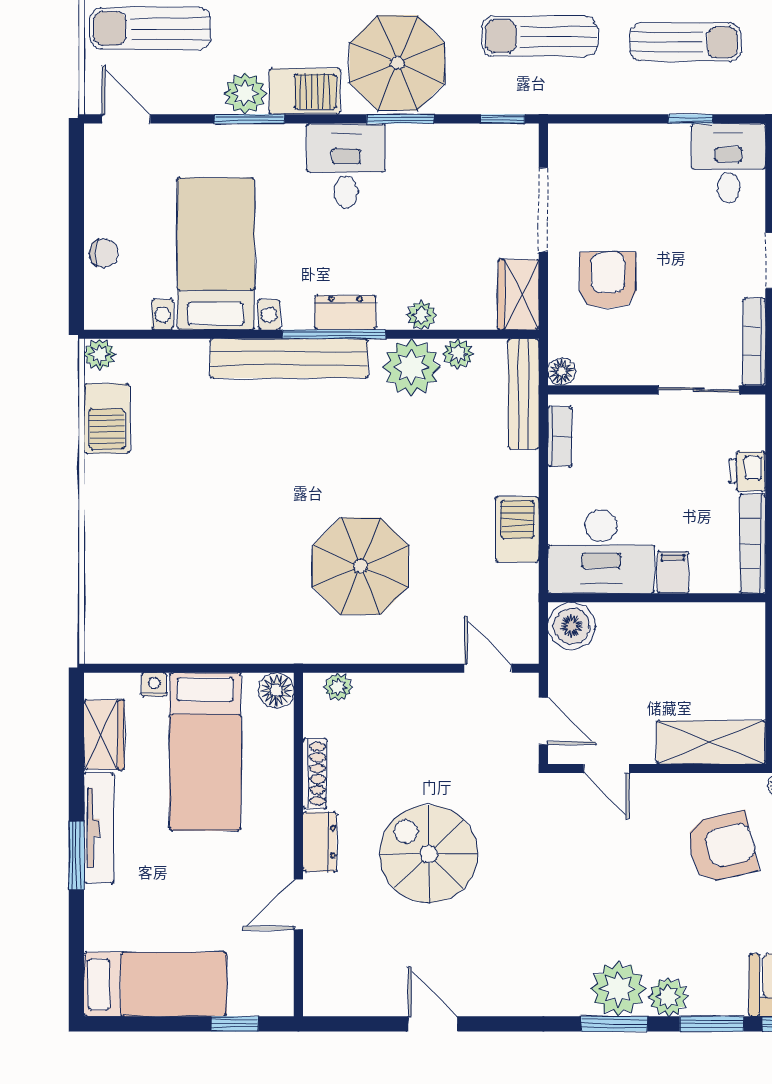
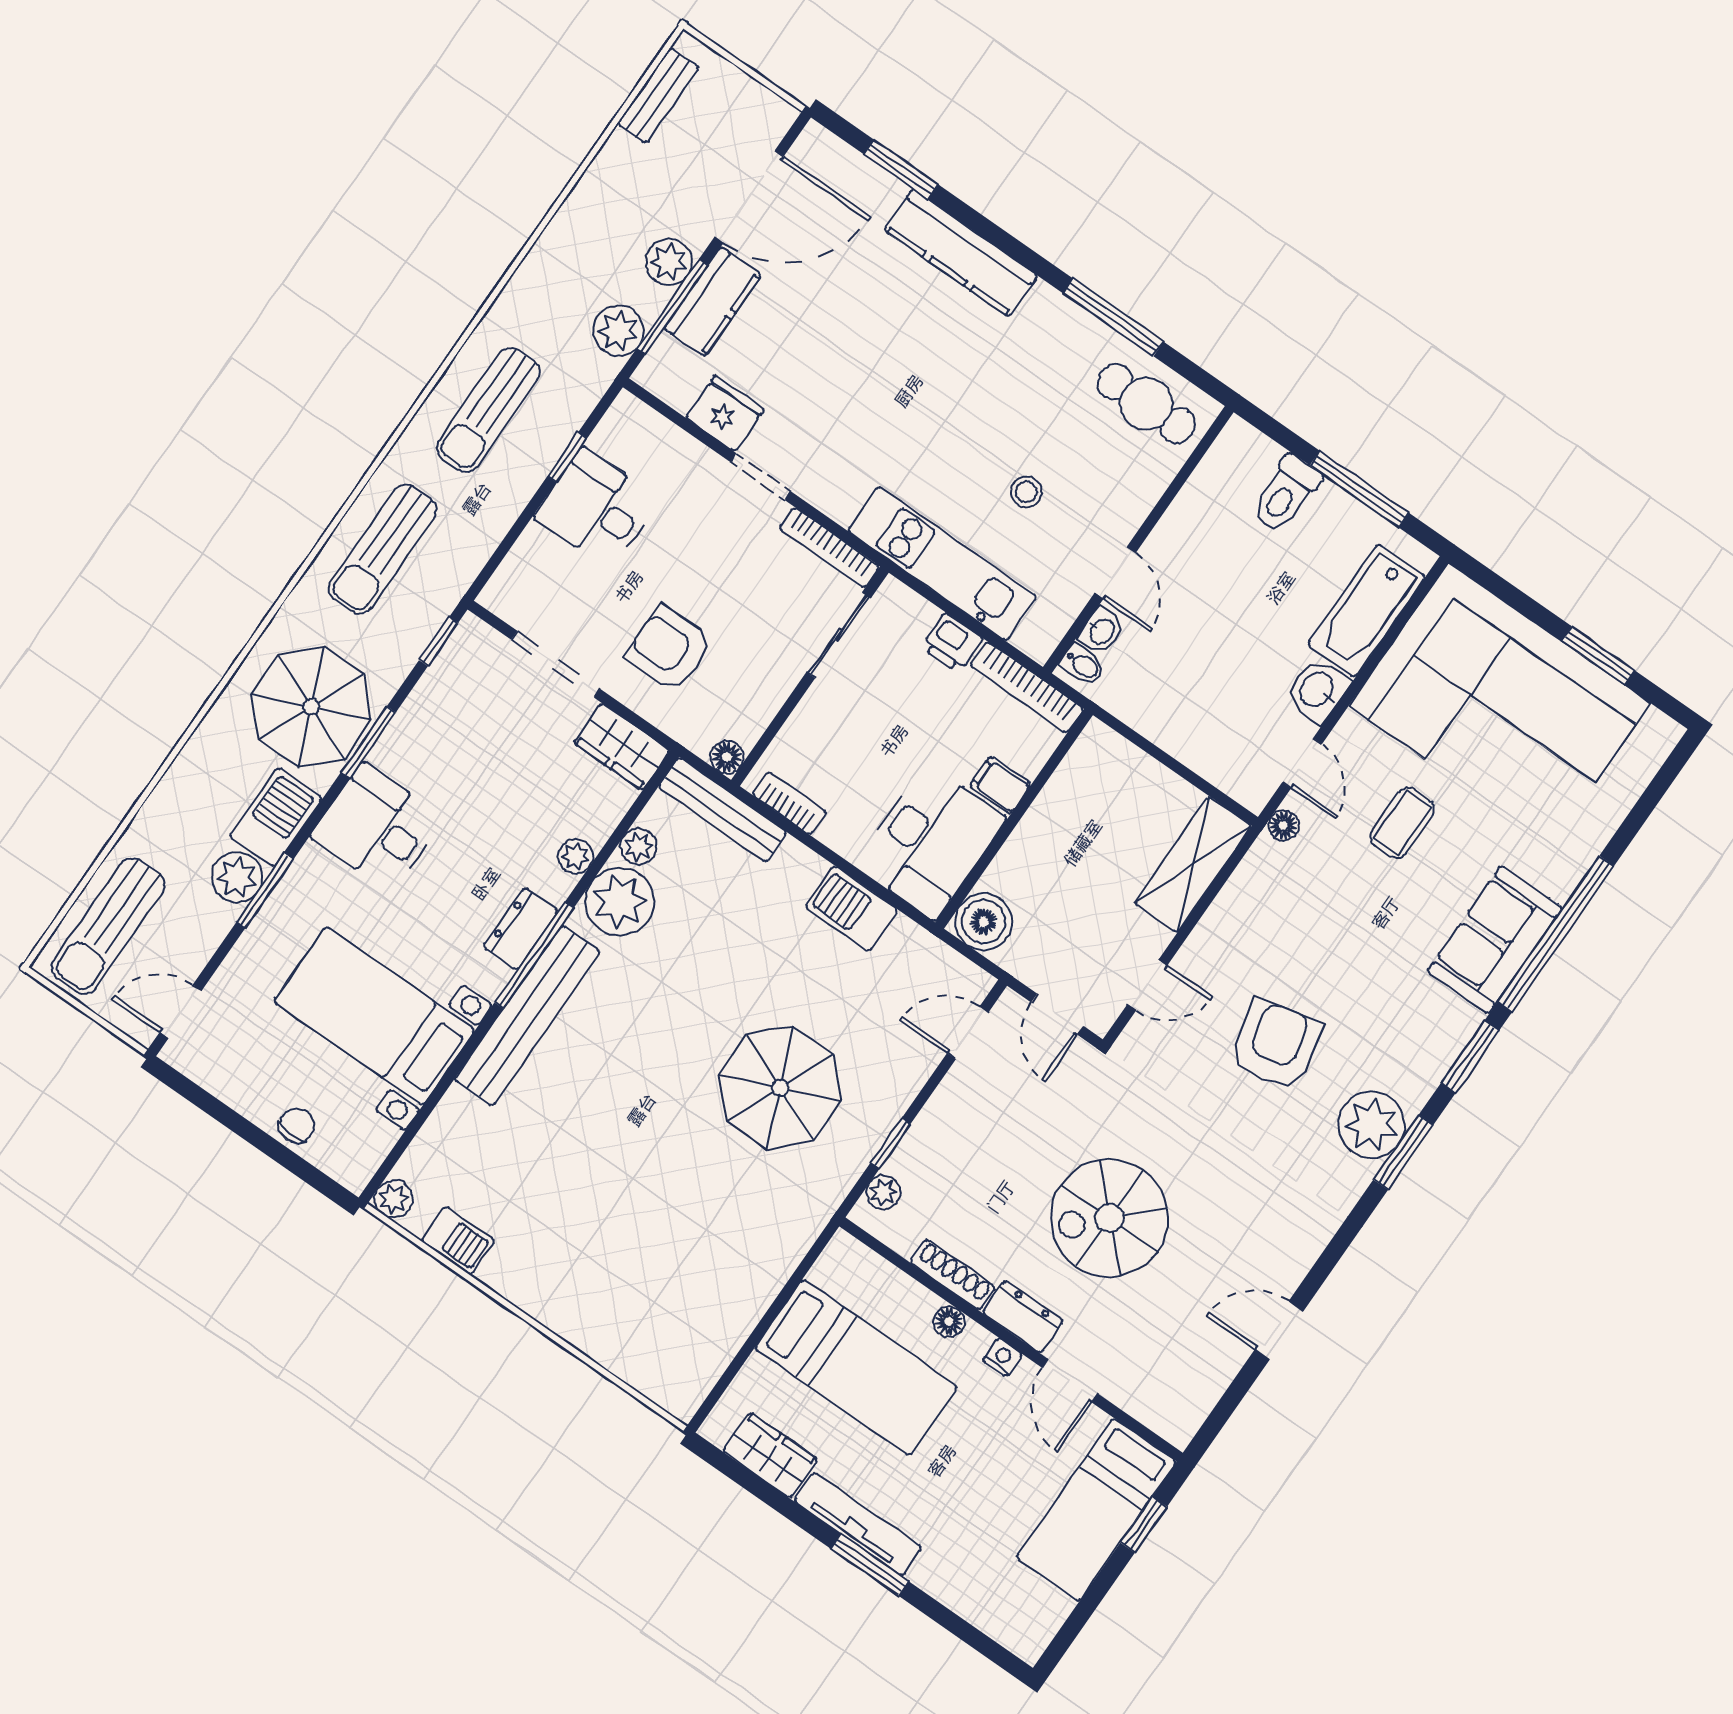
sun lounger: (685, 42) -> (488, 410), turned 180
desk: (728, 163) -> (596, 508), moved
barbecue: (107, 418) -> (458, 1241), width x0.73, depth x0.79
window: (375, 668) -> (890, 1144), added
nightstand: (154, 685) -> (1002, 1357), moved, turned 90
floor lamp: (276, 690) -> (949, 1322), moved, width x0.73, depth x0.73
door: (543, 721) -> (1057, 1014), swing flipped
armchair: (722, 847) -> (1276, 1045), moved
bed: (155, 984) -> (1096, 1510), moved, turned 180
plant: (668, 997) -> (1414, 1081), removed

